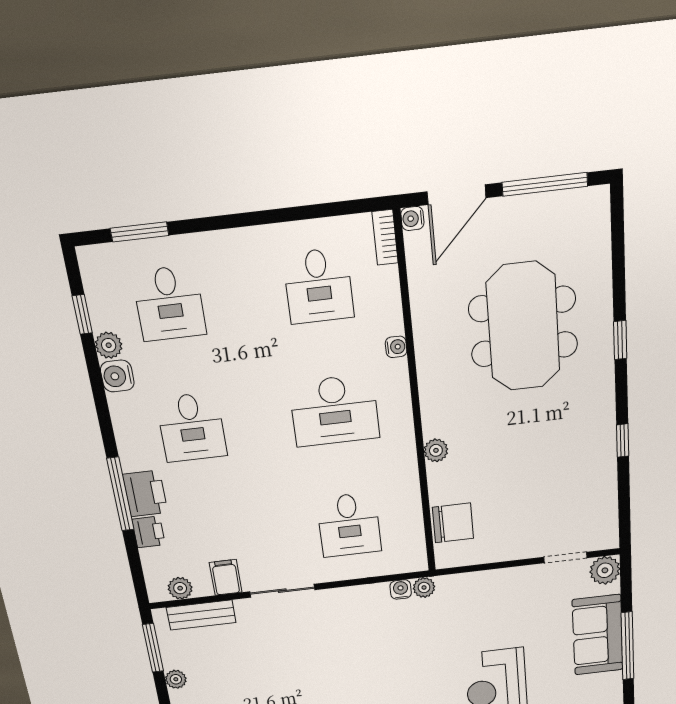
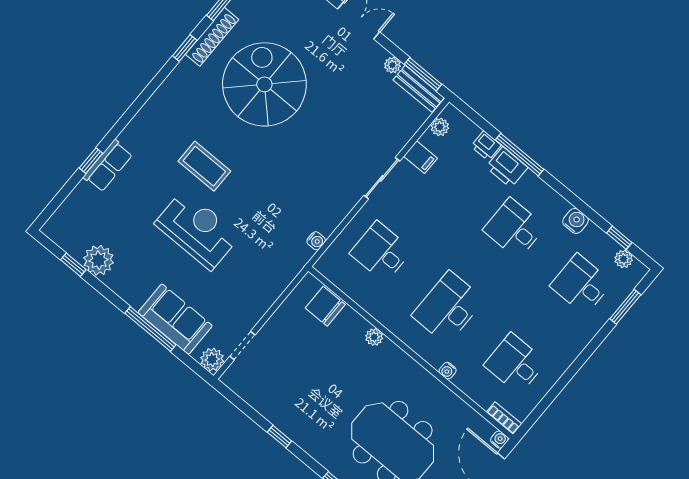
plant: (109, 345) -> (624, 259), moved
chair: (453, 523) -> (325, 306), turned 90
plant: (424, 587) -> (304, 254), removed
bench: (201, 615) -> (419, 89), moved, turned 90

